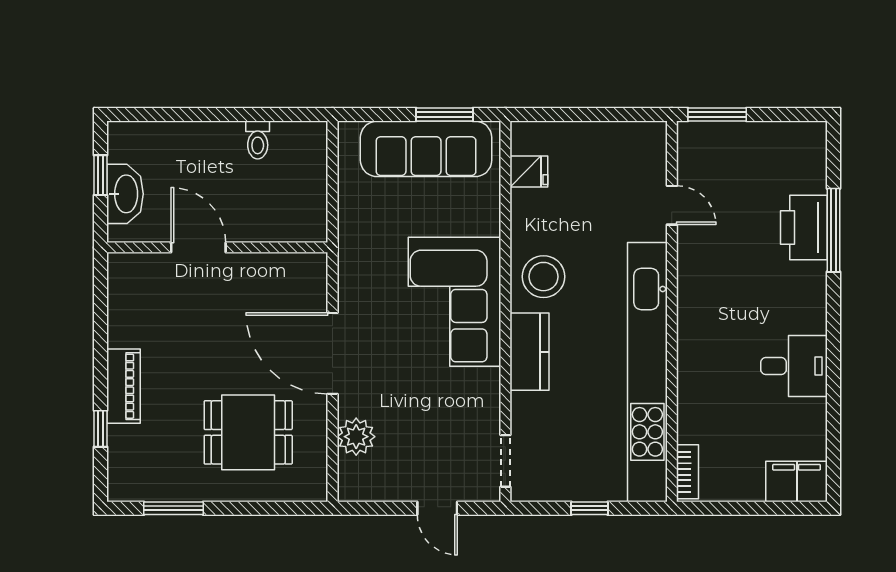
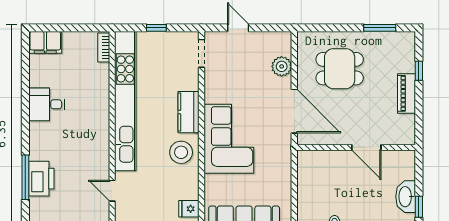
door: (198, 247) -> (366, 147), moved
wall: (217, 247) -> (356, 147), moved

